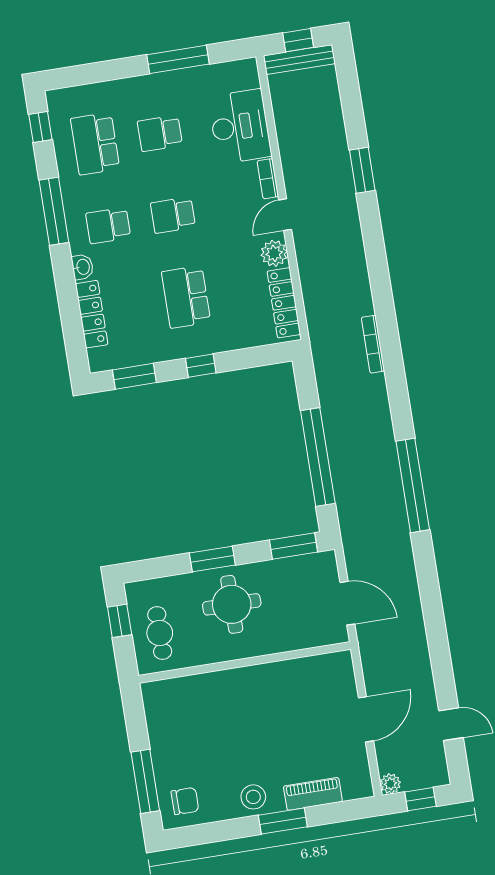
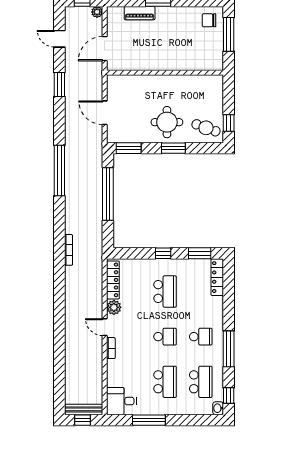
desk: (240, 126) -> (121, 401), moved, width x0.73
school desk: (160, 133) -> (165, 382), width x1.85
window: (362, 170) -> (59, 84), moved
door: (285, 215) -> (105, 327), swing flipped
washbasin: (83, 267) -> (218, 408), moved
locker: (92, 314) -> (217, 277), moved
cafe table: (160, 633) -> (206, 128), moved, turned -70
wall: (245, 662) -> (165, 73), moved
stool: (253, 797) -> (172, 17), removed

